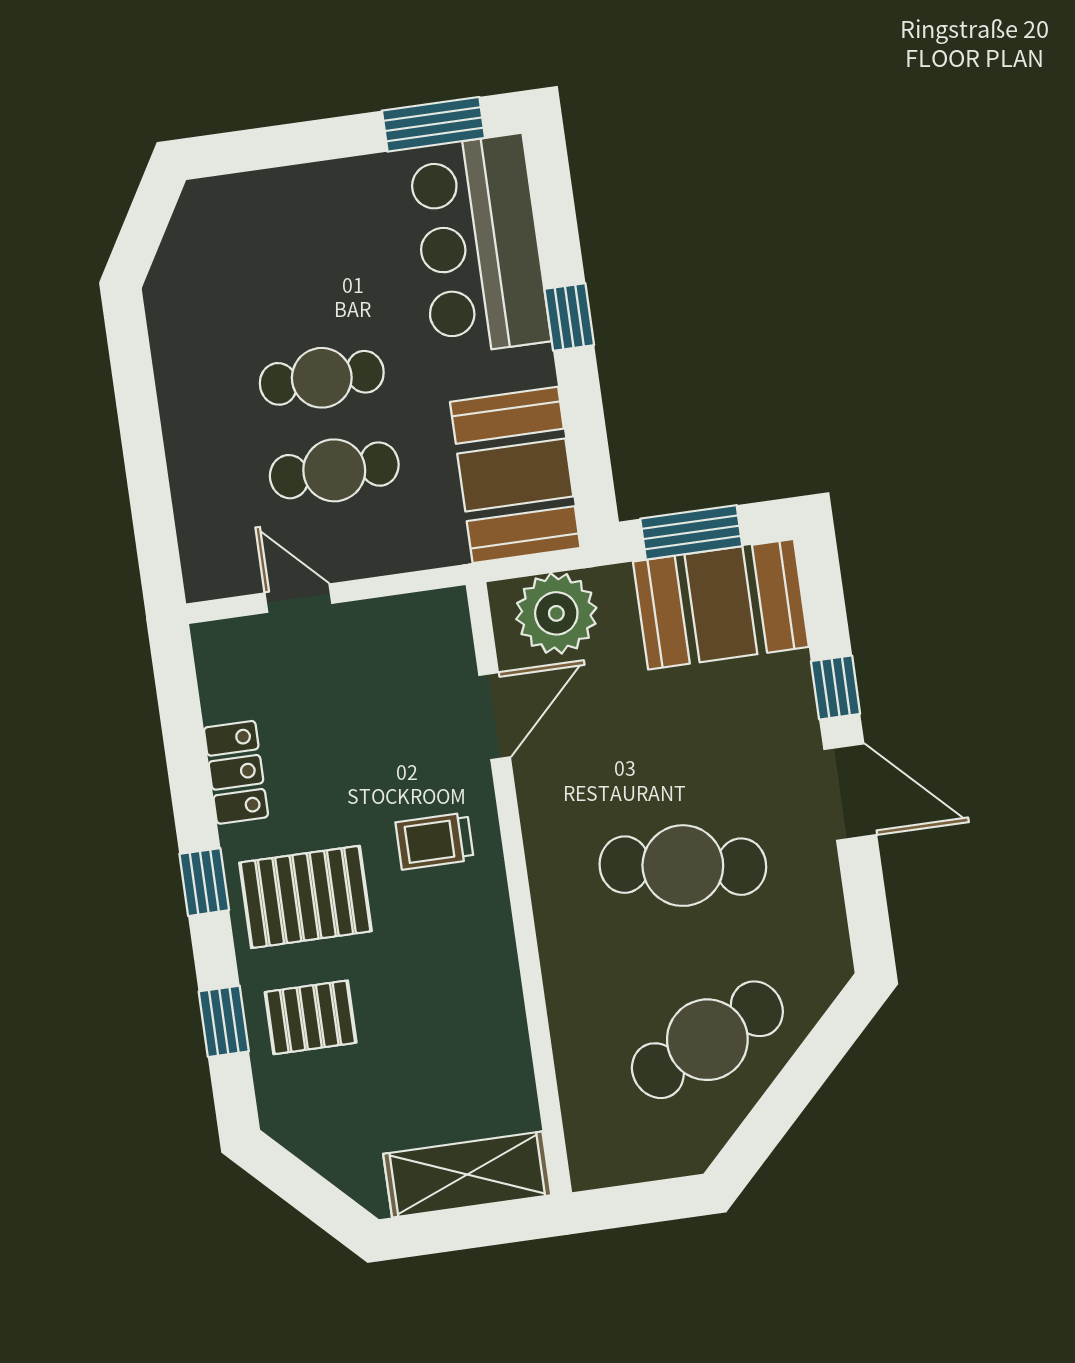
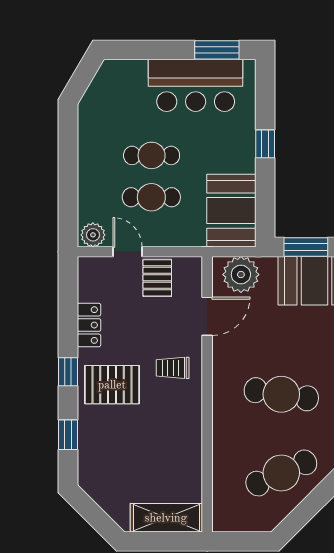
bar counter: (479, 245) -> (196, 85), moved, turned -90
plant: (217, 572) -> (93, 235), added
pallet: (311, 1017) -> (157, 278), moved, turned 90

